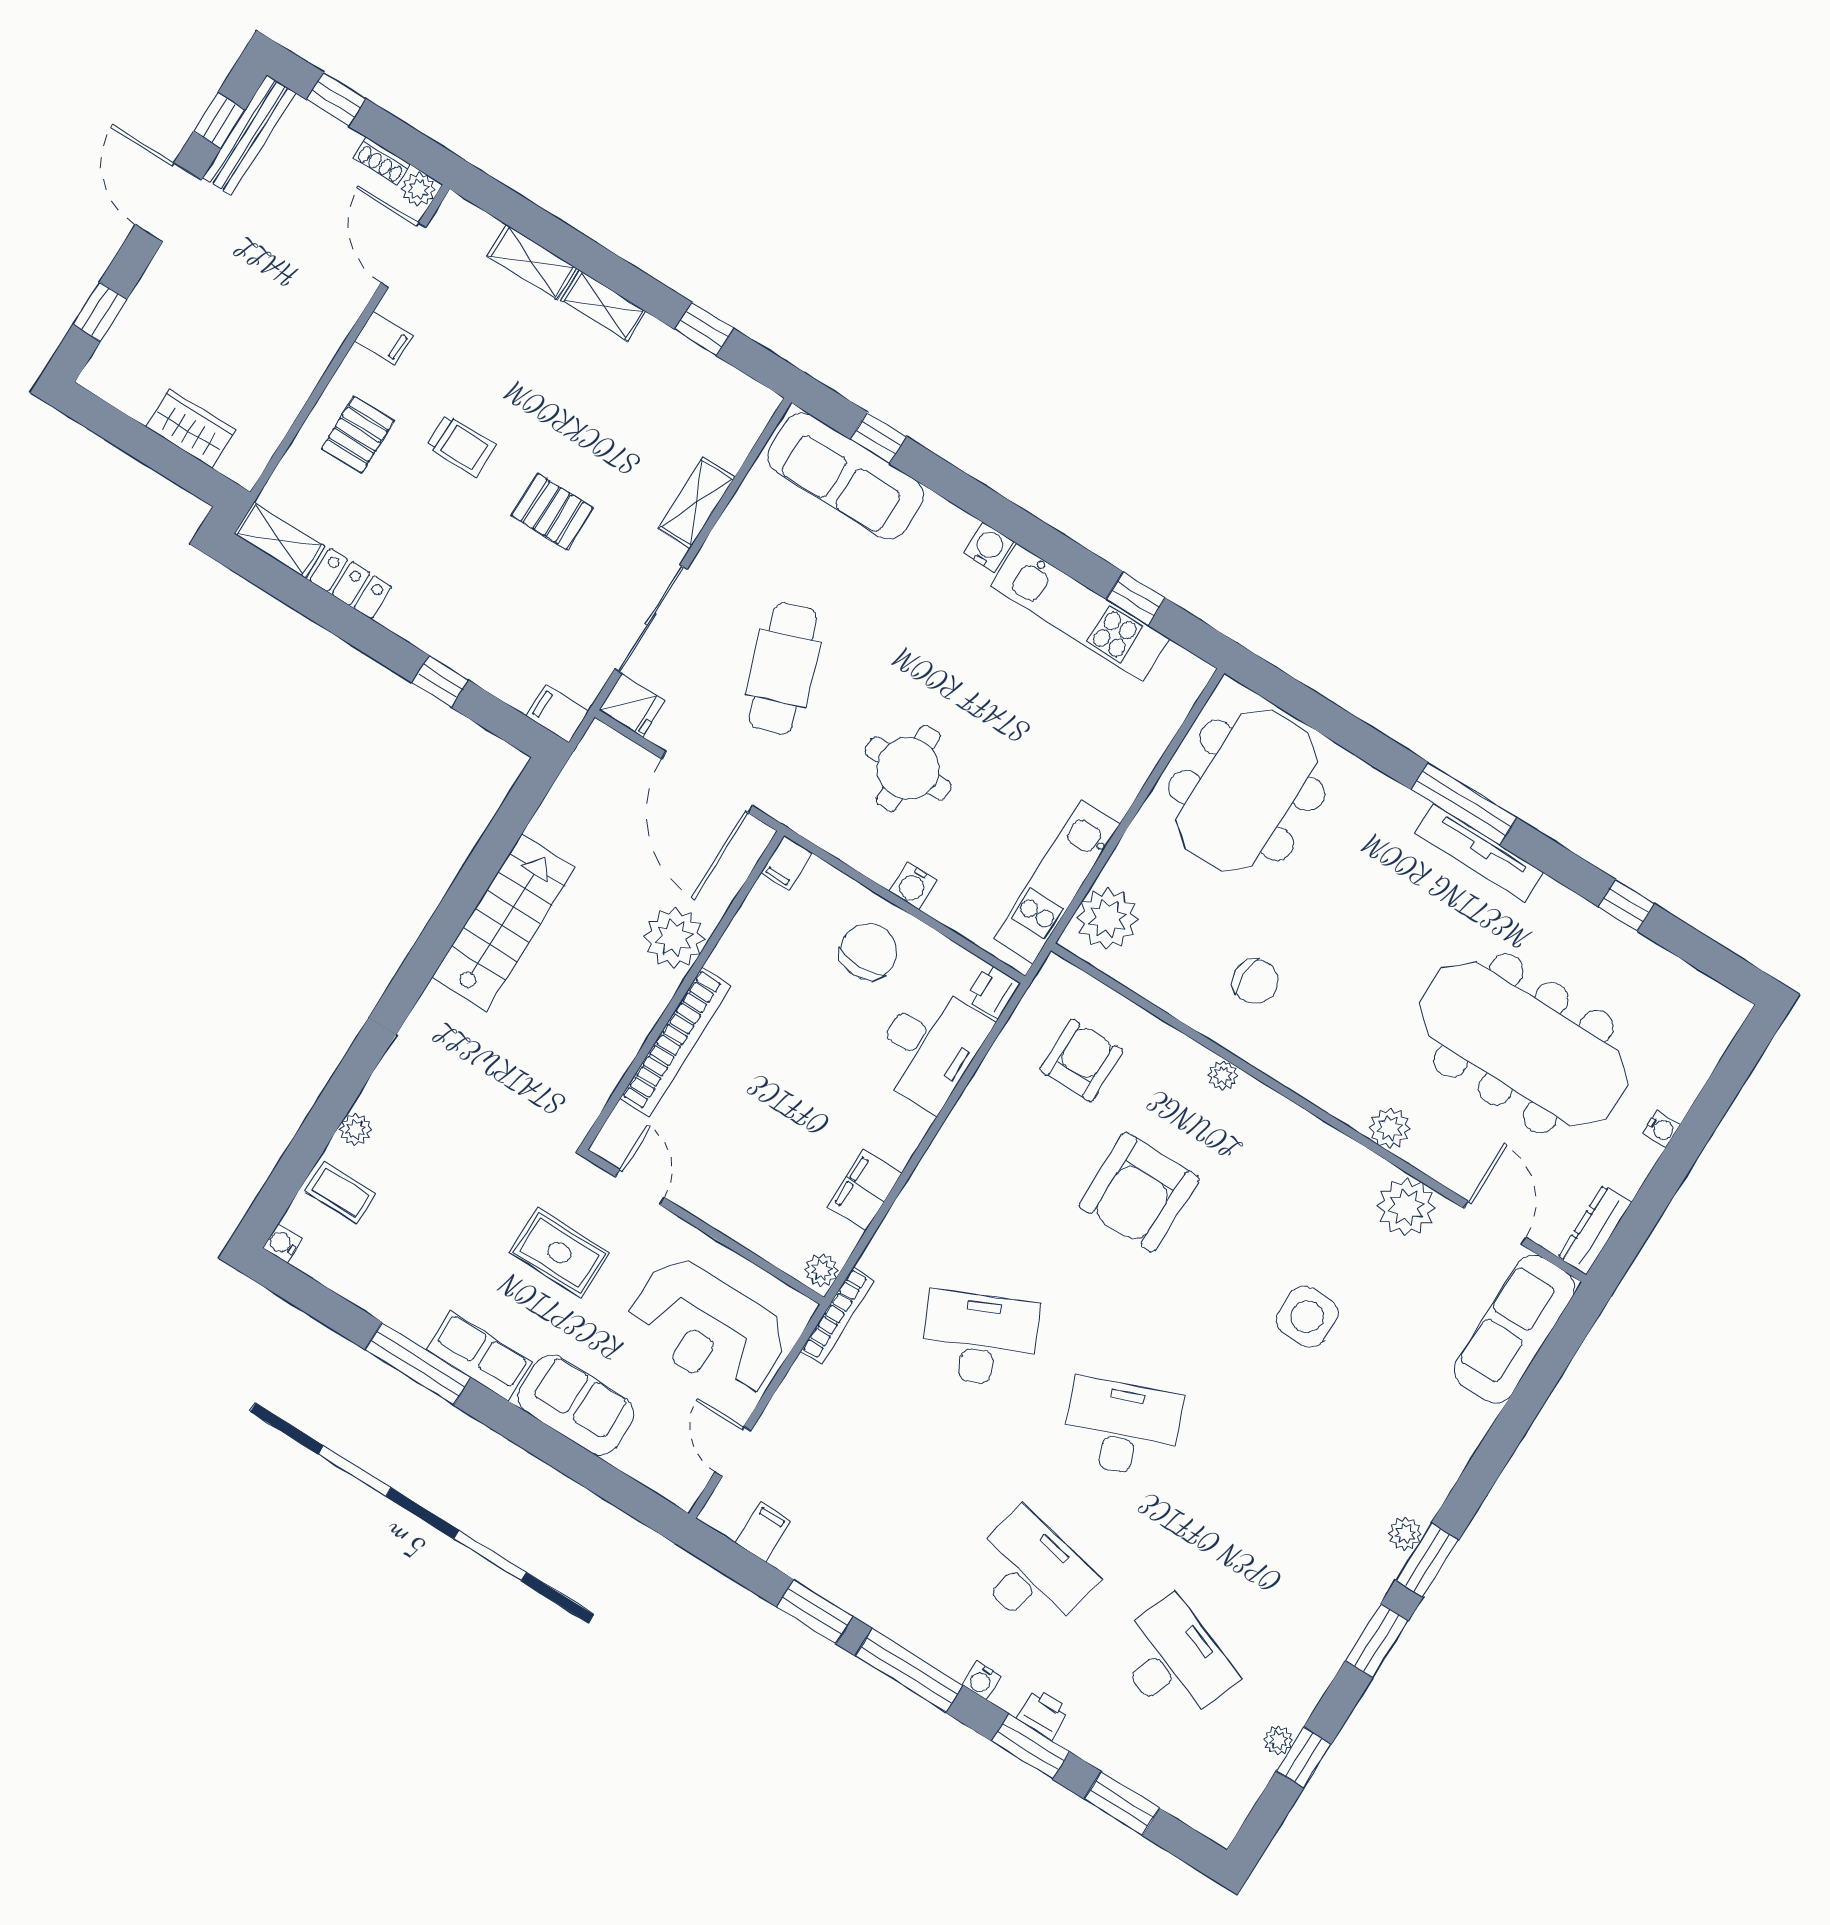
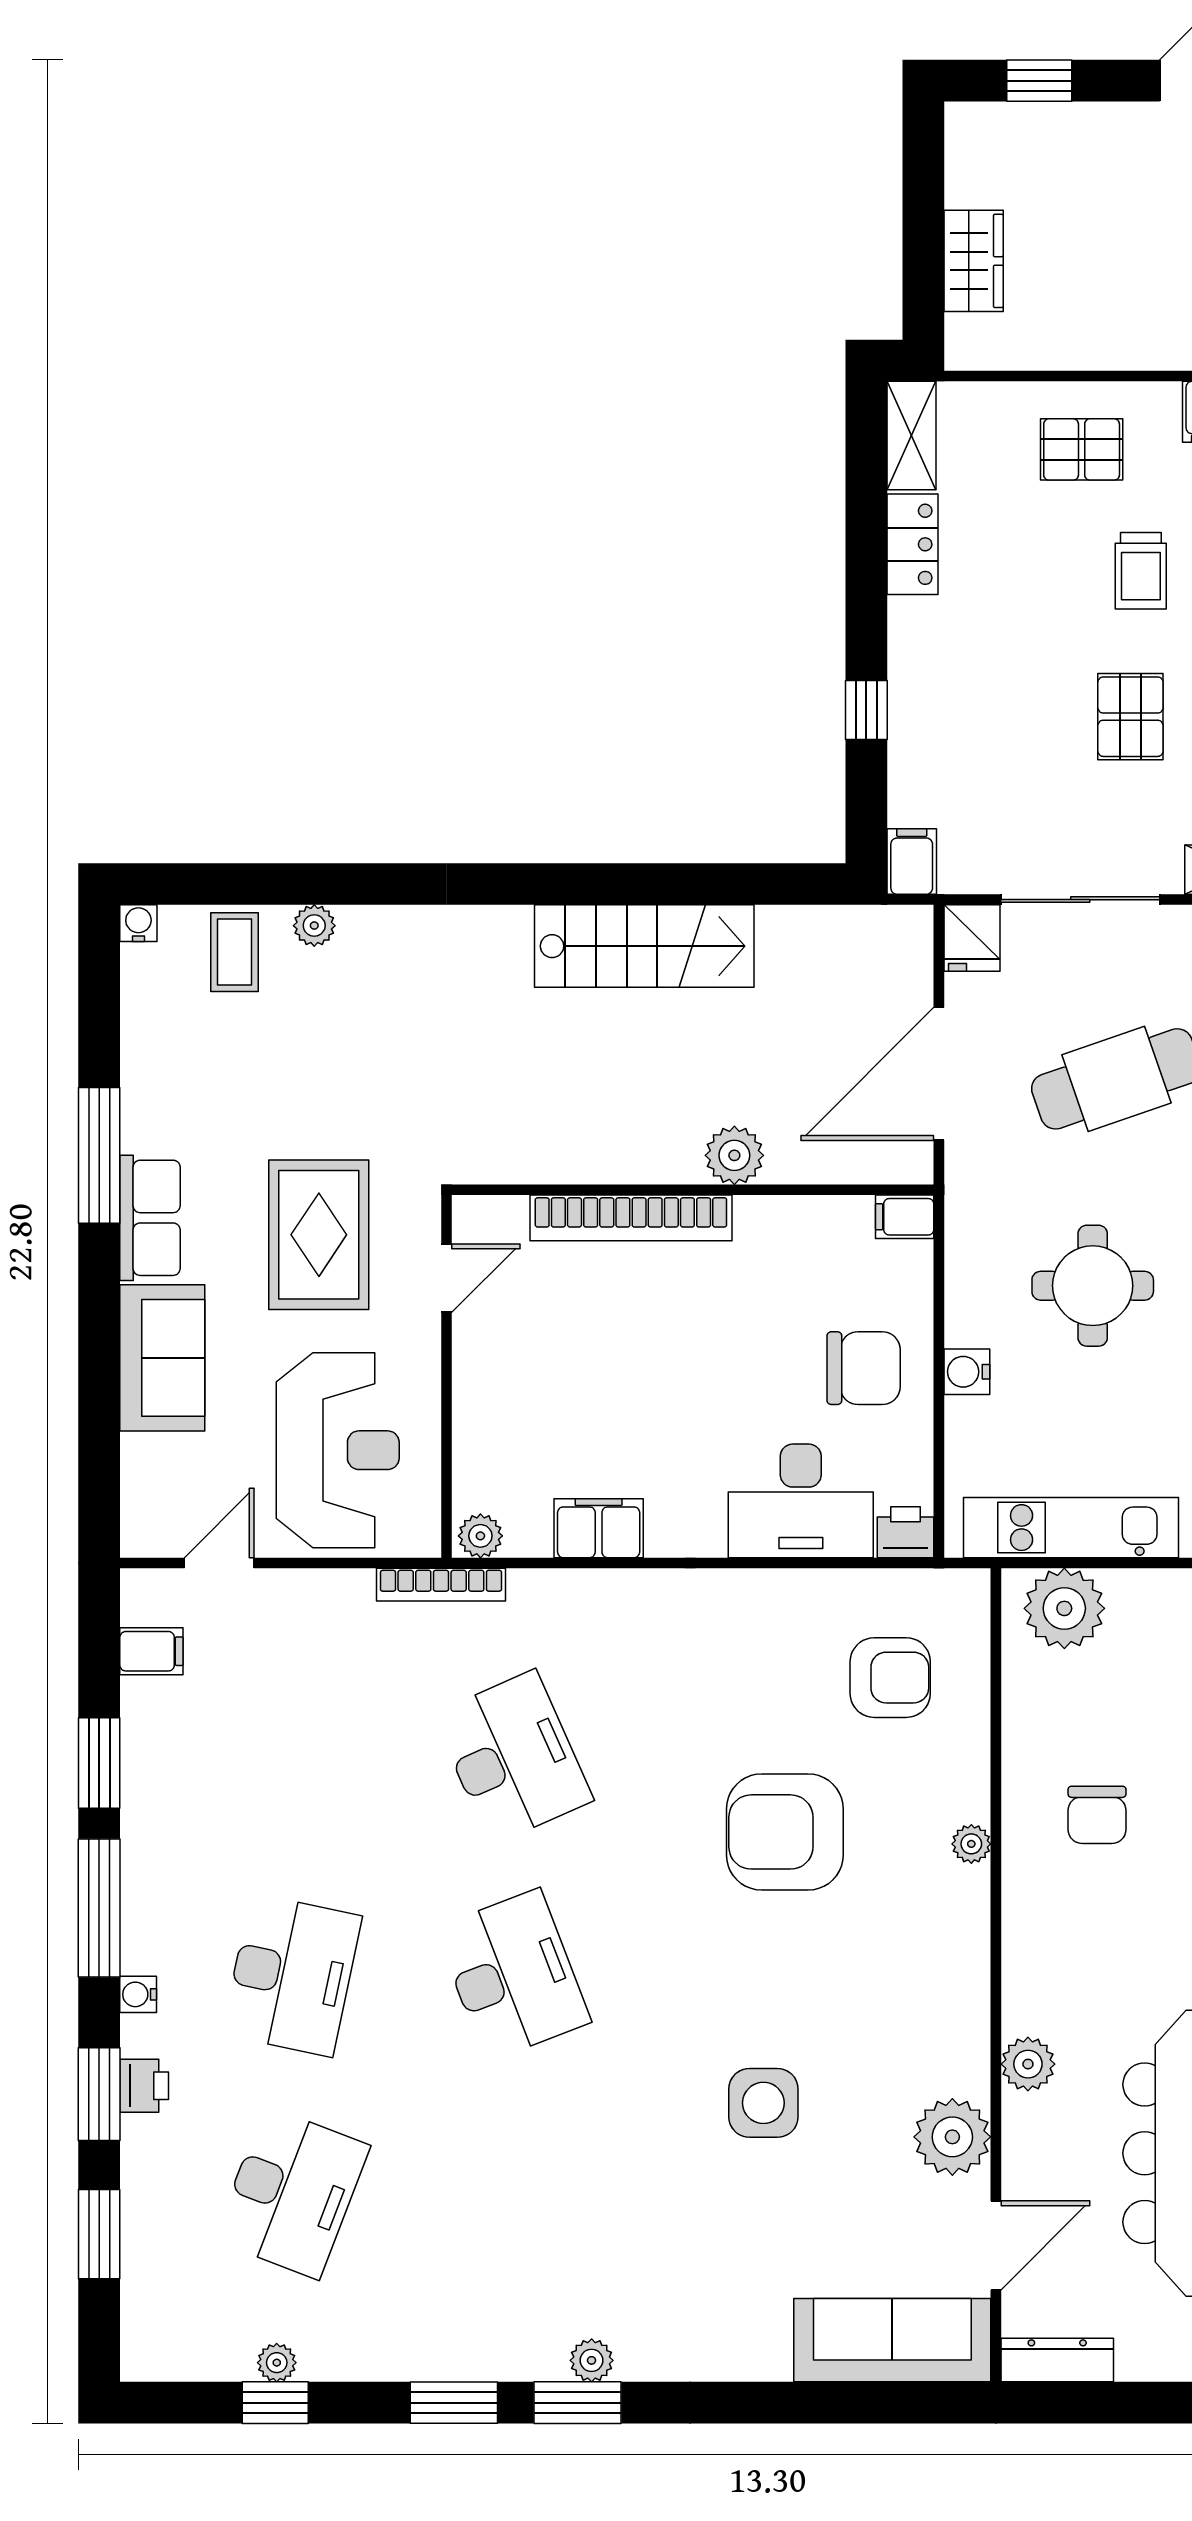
plant: (674, 938) -> (734, 1155), width x0.73, depth x0.73
rug: (559, 1253) -> (319, 1235), width x1.36, depth x1.43
reception desk: (708, 1328) -> (338, 1450), turned 180

